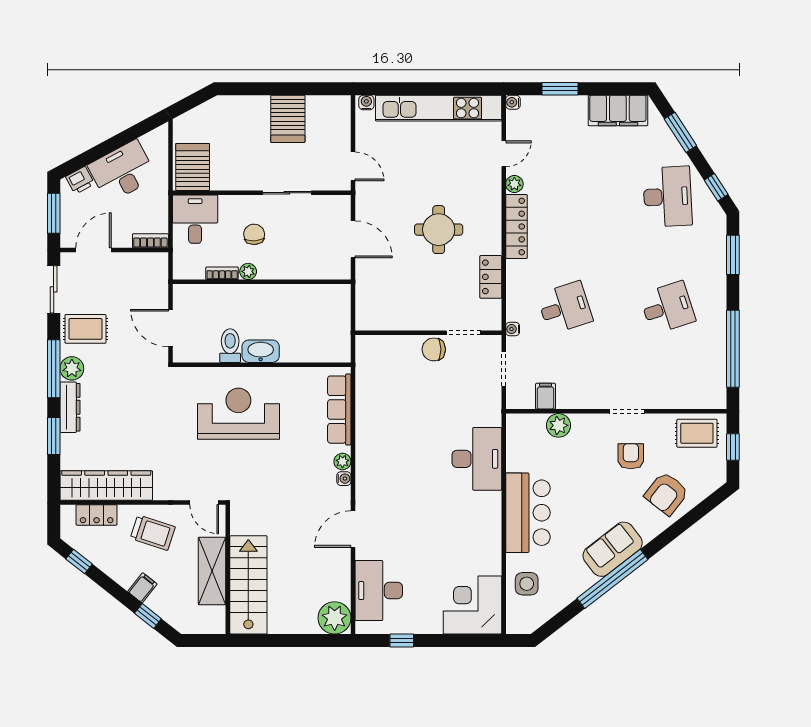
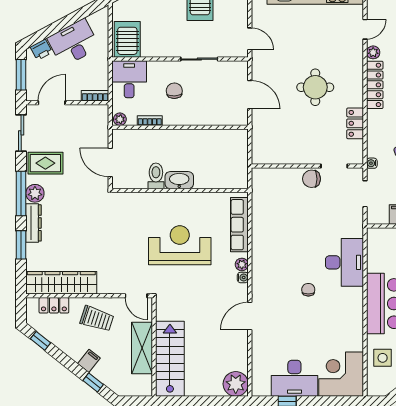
plant: (248, 271) -> (120, 119), moved
reception desk: (238, 414) -> (180, 245), moved
chair: (429, 495) -> (308, 290), added
desk: (379, 591) -> (294, 378), moved, turned -90

